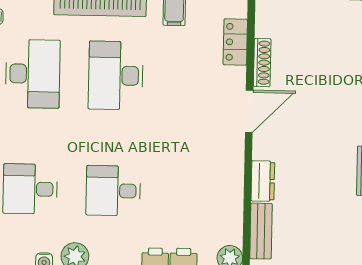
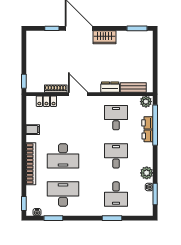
desk: (113, 191) -> (116, 156), turned 180
desk: (196, 192) -> (116, 118), added

